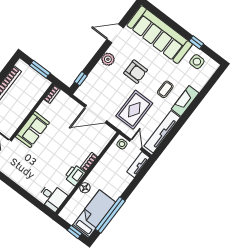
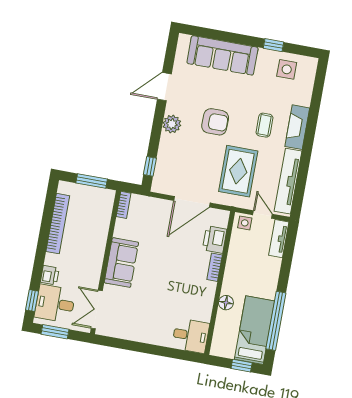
sofa: (160, 35) -> (222, 55), width x0.74, depth x0.79
printer: (75, 175) -> (215, 240), moved

